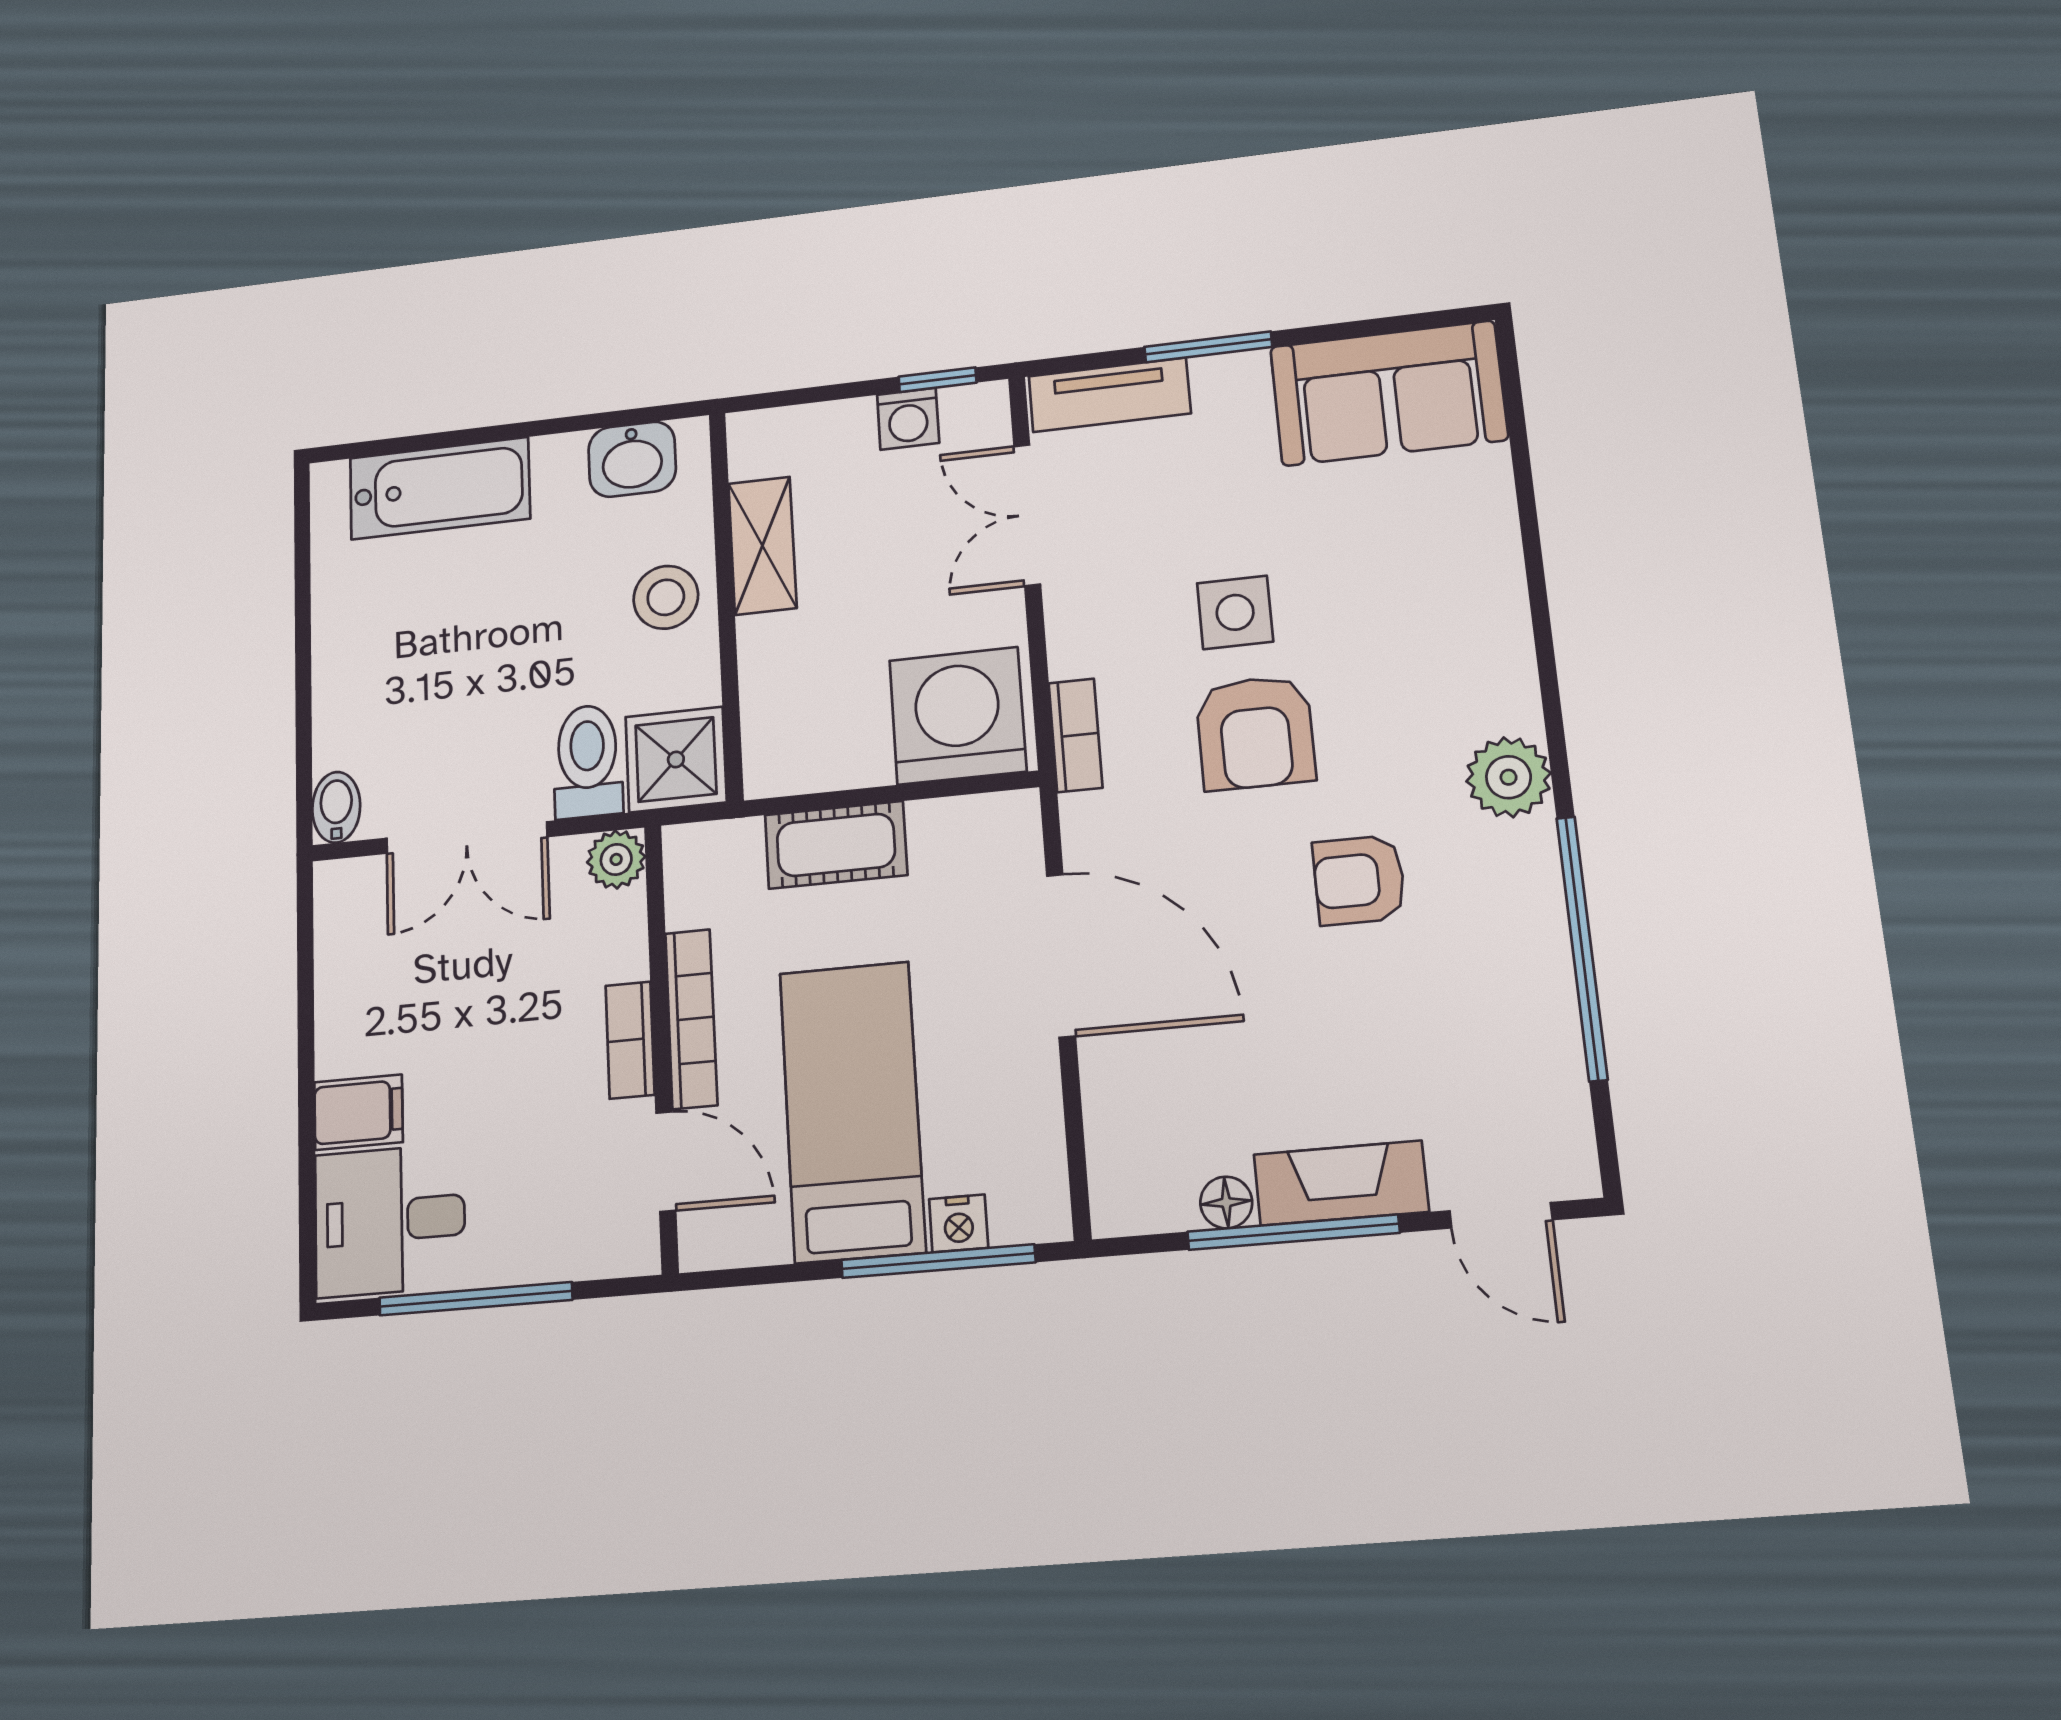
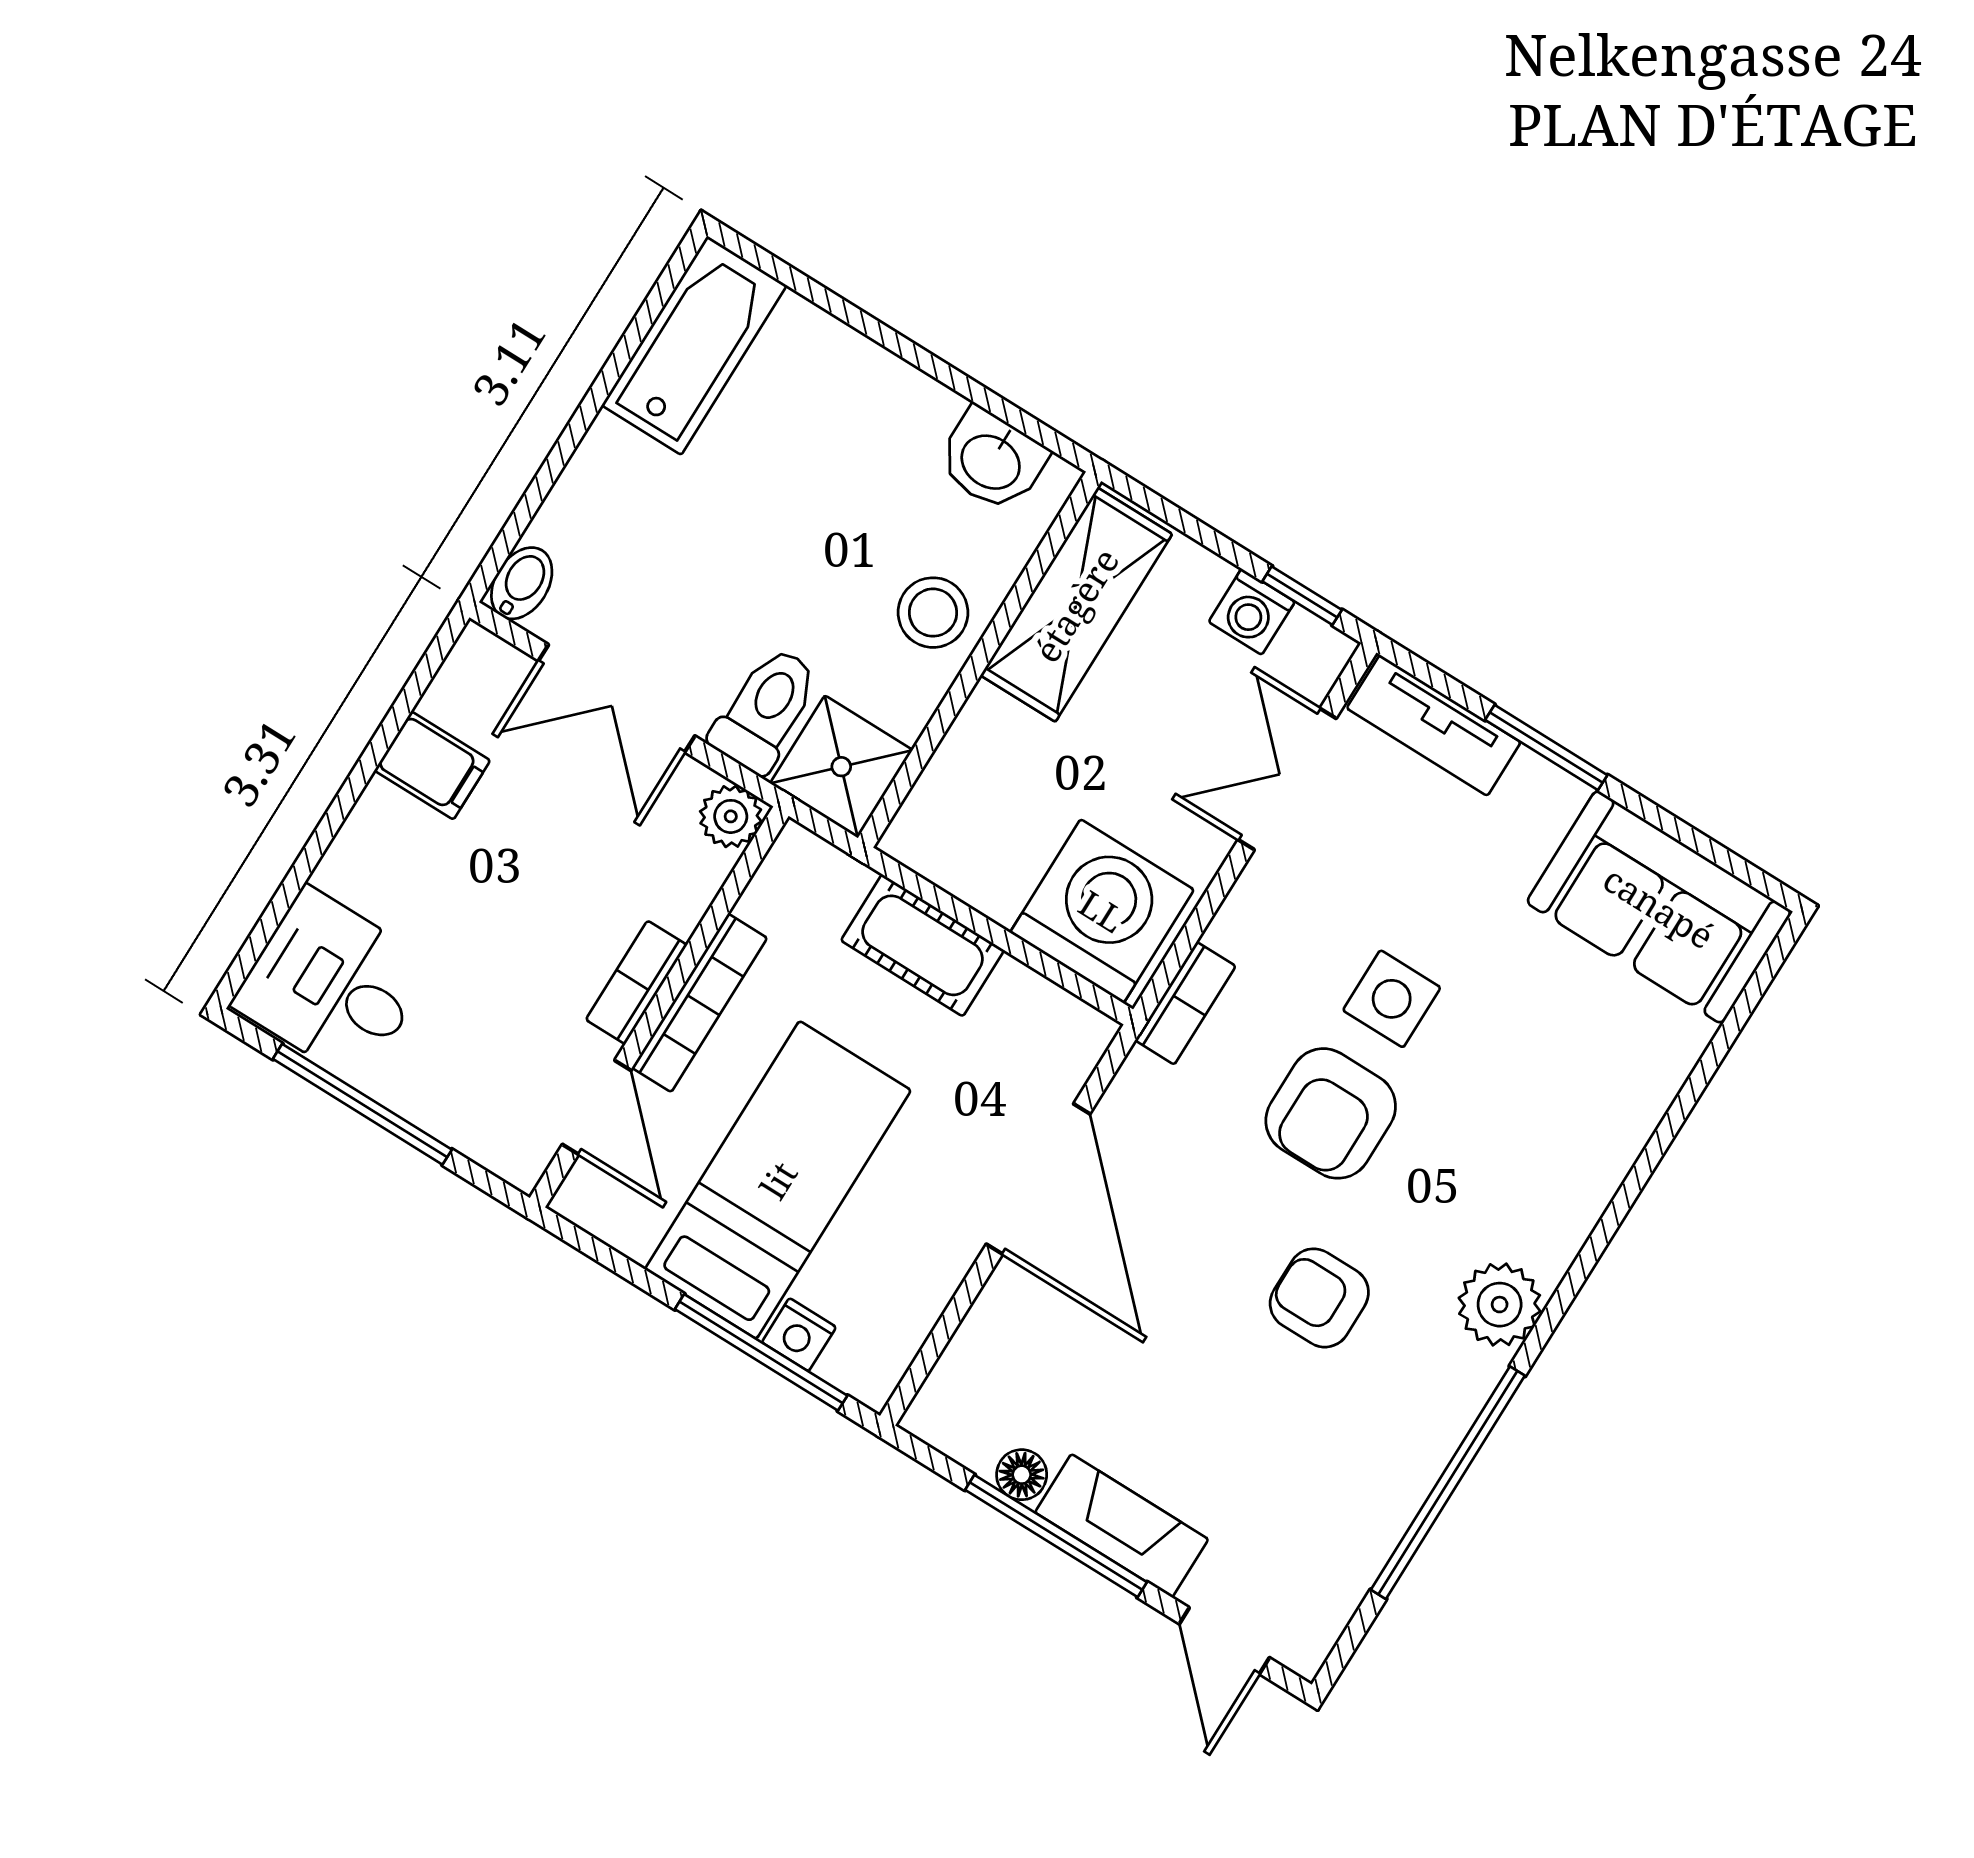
bathtub: (440, 488) -> (694, 345), moved, turned -90
shelving: (762, 546) -> (1076, 605), width x1.50, depth x1.33
filing cabinet: (358, 1112) -> (432, 765), moved

